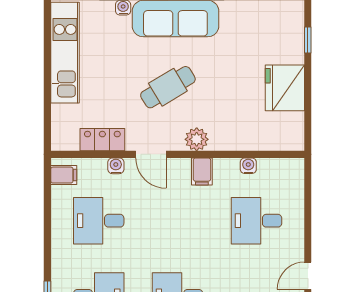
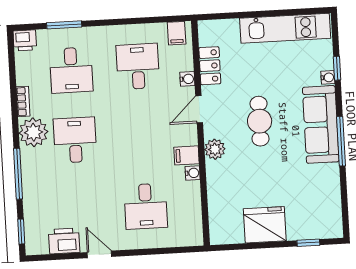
cafe table: (168, 87) -> (260, 121), turned 31
water cooler: (248, 166) -> (193, 173), moved
desk: (256, 221) -> (146, 206), turned 180

